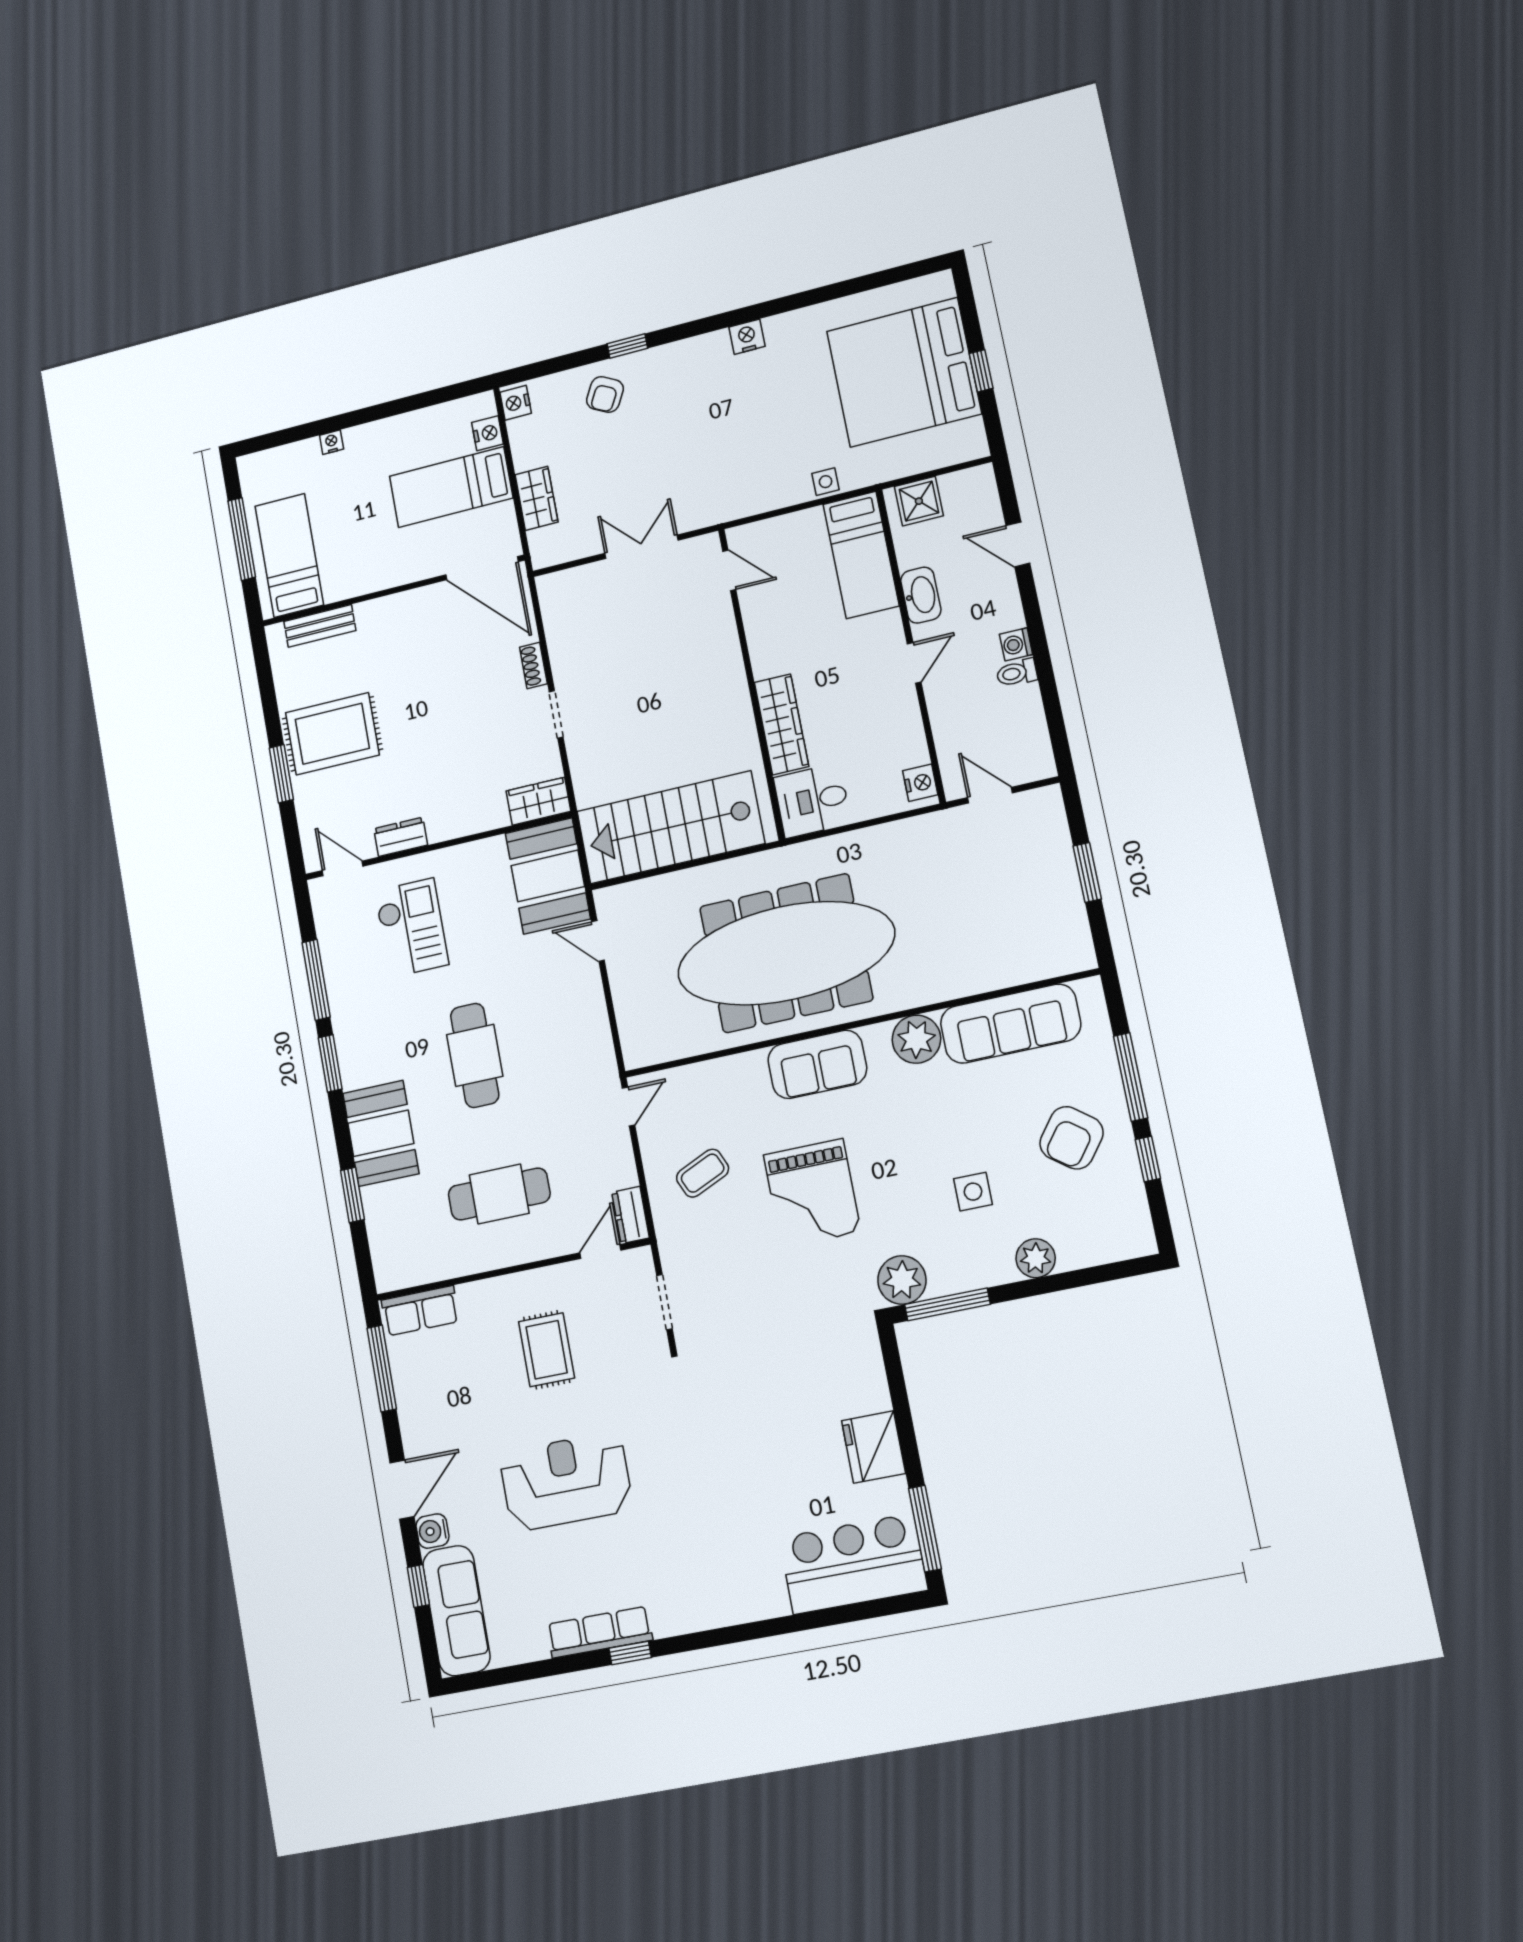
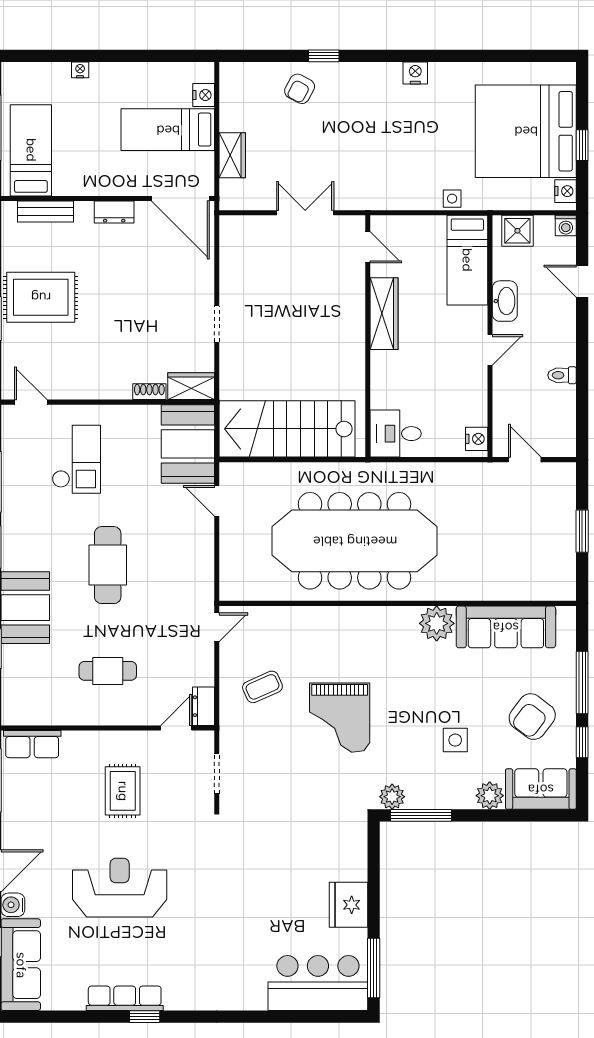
nightstand: (516, 403) -> (566, 191), moved, turned 180
washing machine: (1016, 644) -> (566, 226), moved, turned -90
shoe rack: (533, 665) -> (149, 392), moved, turned 90
wardrobe: (781, 724) -> (384, 314), moved
dresser: (401, 837) -> (114, 212), moved, turned 180
sofa: (817, 1064) -> (541, 789), moved, turned 180
cafe table: (499, 1194) -> (108, 671), width x0.73, depth x0.74
plant: (902, 1280) -> (392, 797), width x0.73, depth x0.73

